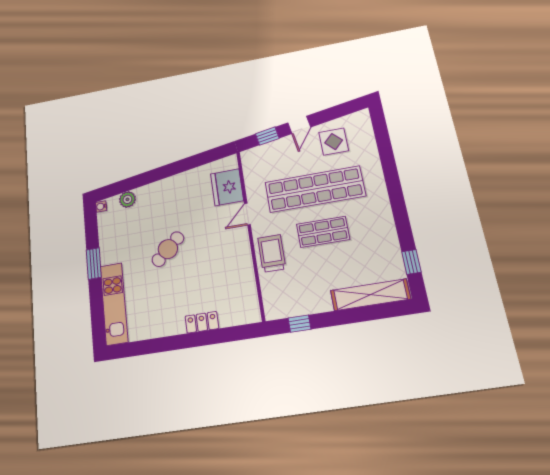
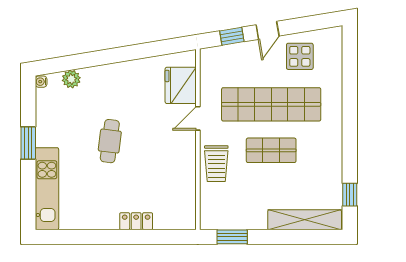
cafe table: (168, 249) -> (110, 141), turned -41
trolley: (272, 253) -> (216, 164), turned 180
window: (300, 324) -> (232, 237), width x1.50

